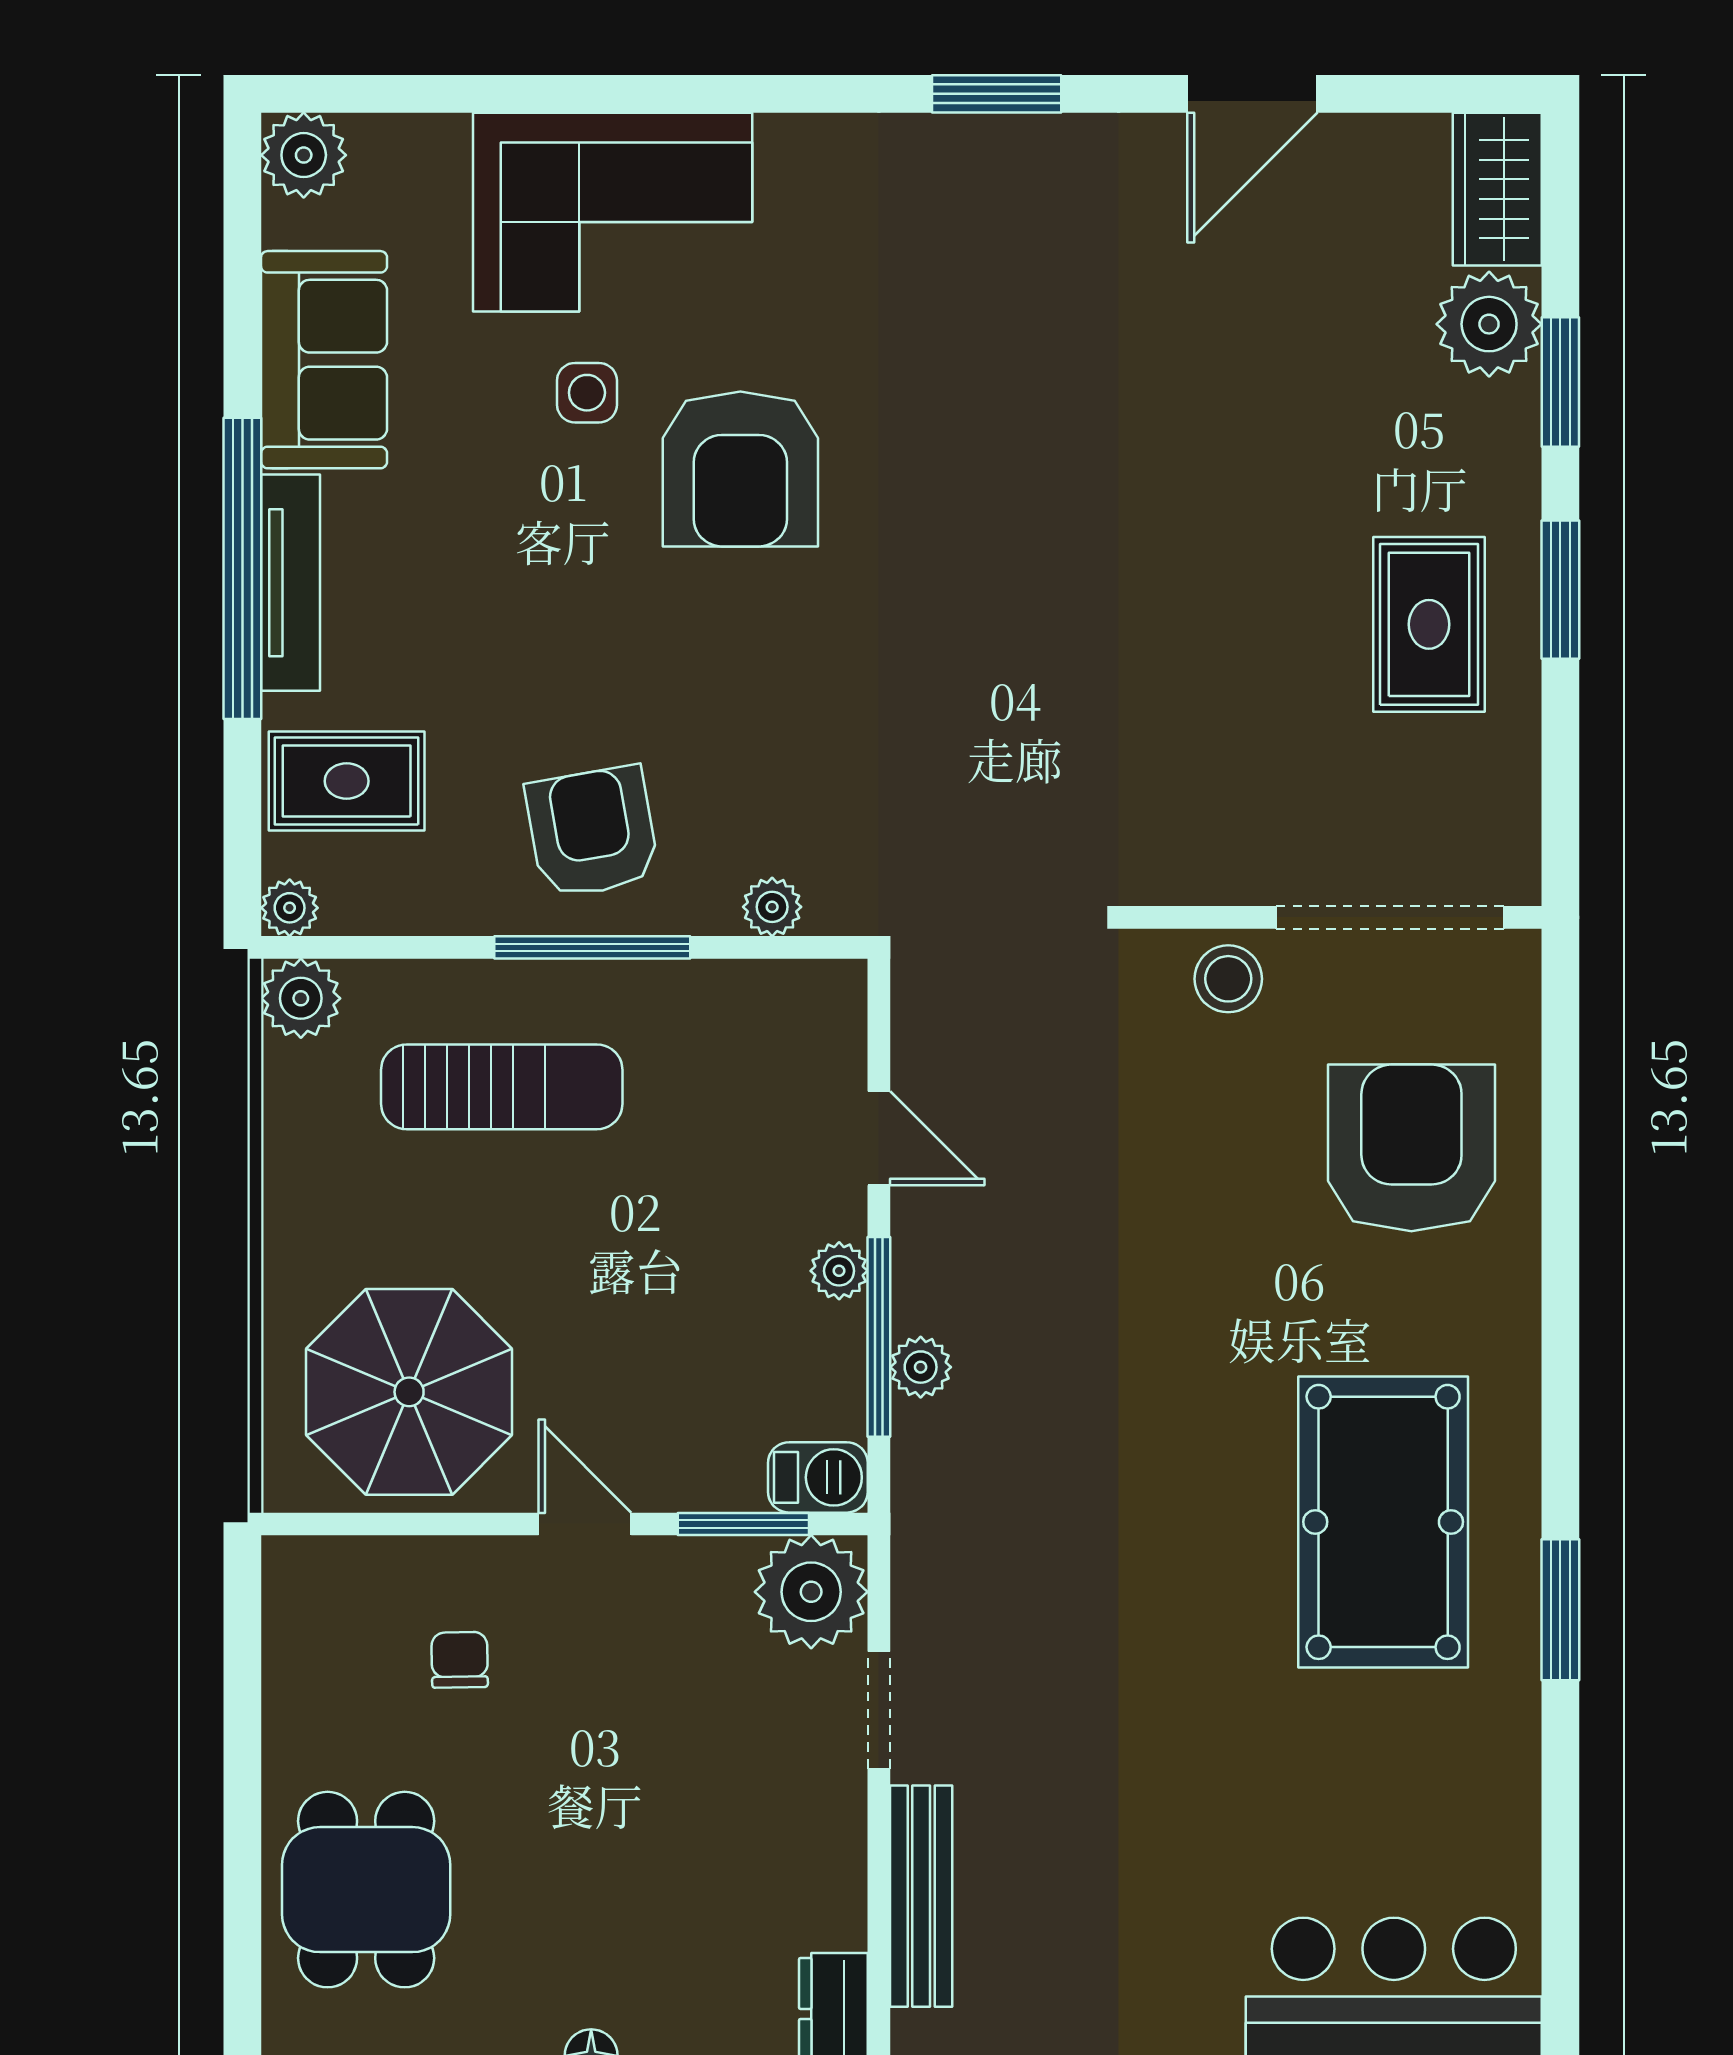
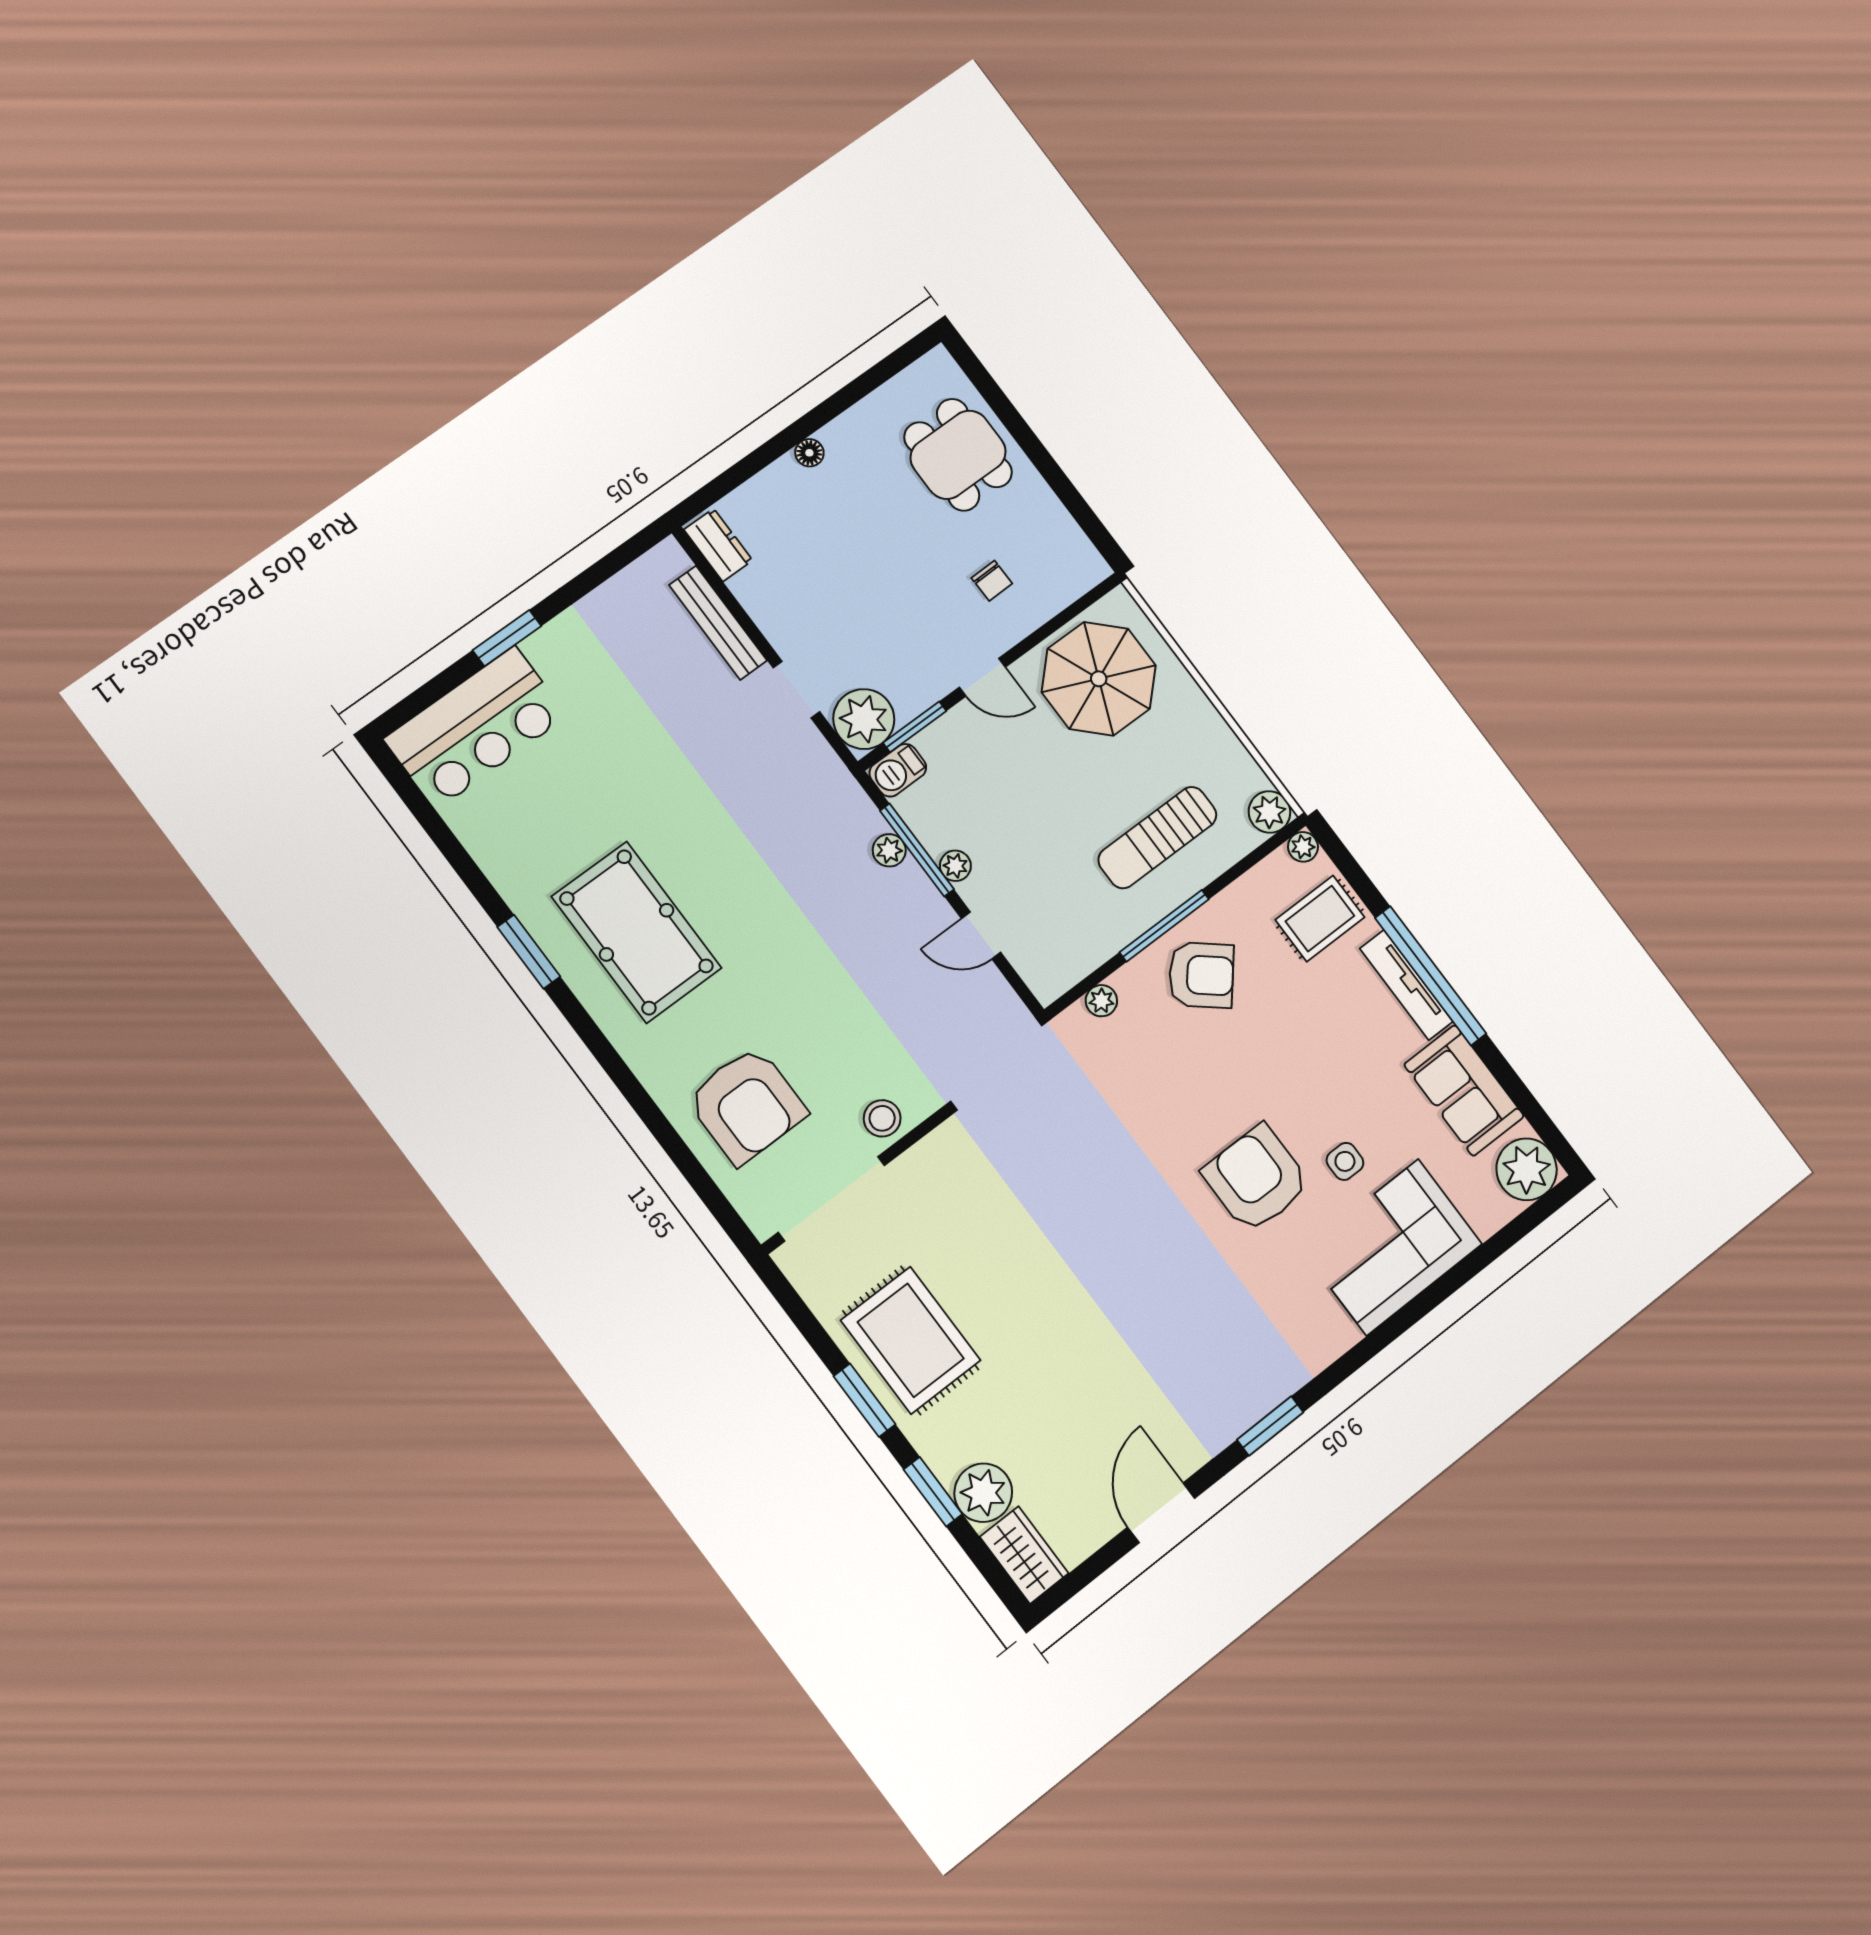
plant: (304, 155) -> (1527, 1169), width x1.36, depth x1.36
rug: (1429, 624) -> (911, 1340), width x1.36, depth x1.43
armchair: (592, 832) -> (1201, 975), turned -40

